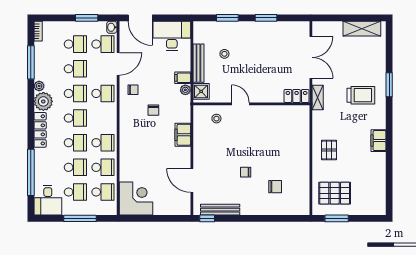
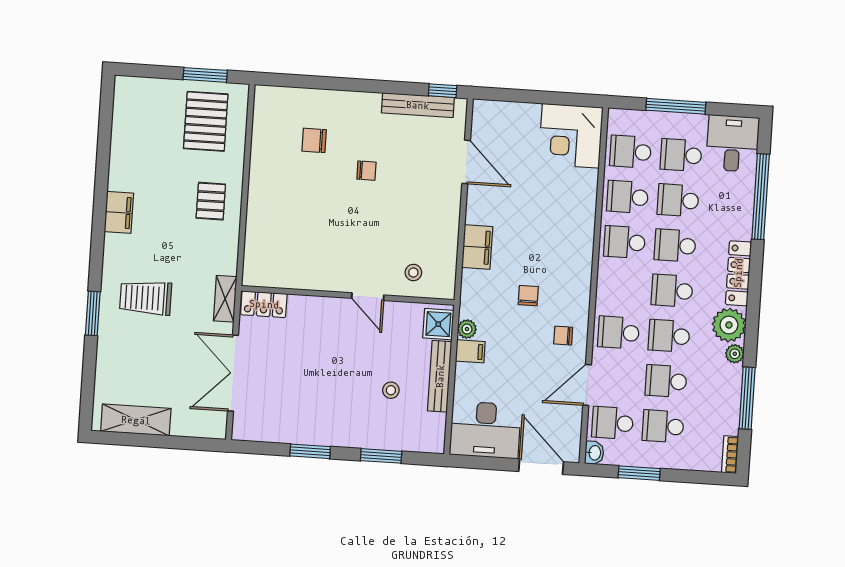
pallet: (335, 193) -> (206, 121), turned 90

